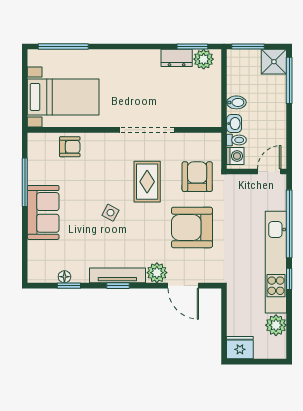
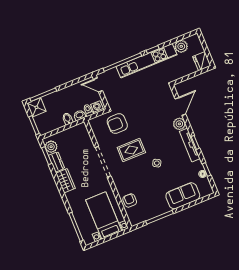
wardrobe: (142, 60) -> (65, 181), added
sofa: (43, 212) -> (183, 196), moved
armchair: (192, 227) -> (146, 115), removed

